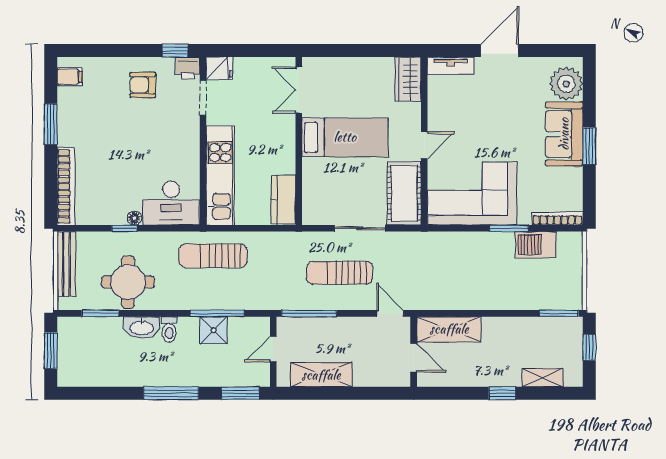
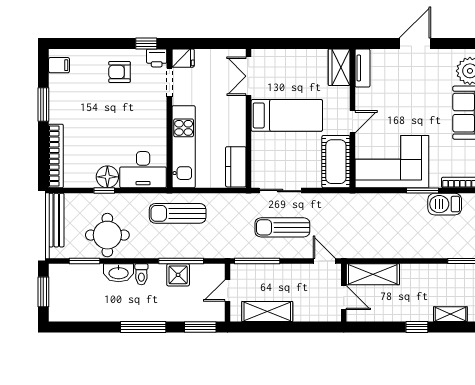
tv unit: (451, 66) -> (362, 68), moved, turned -90
floor lamp: (134, 218) -> (107, 177), width x1.89, depth x1.89
sliding door: (360, 228) -> (280, 191), moved

